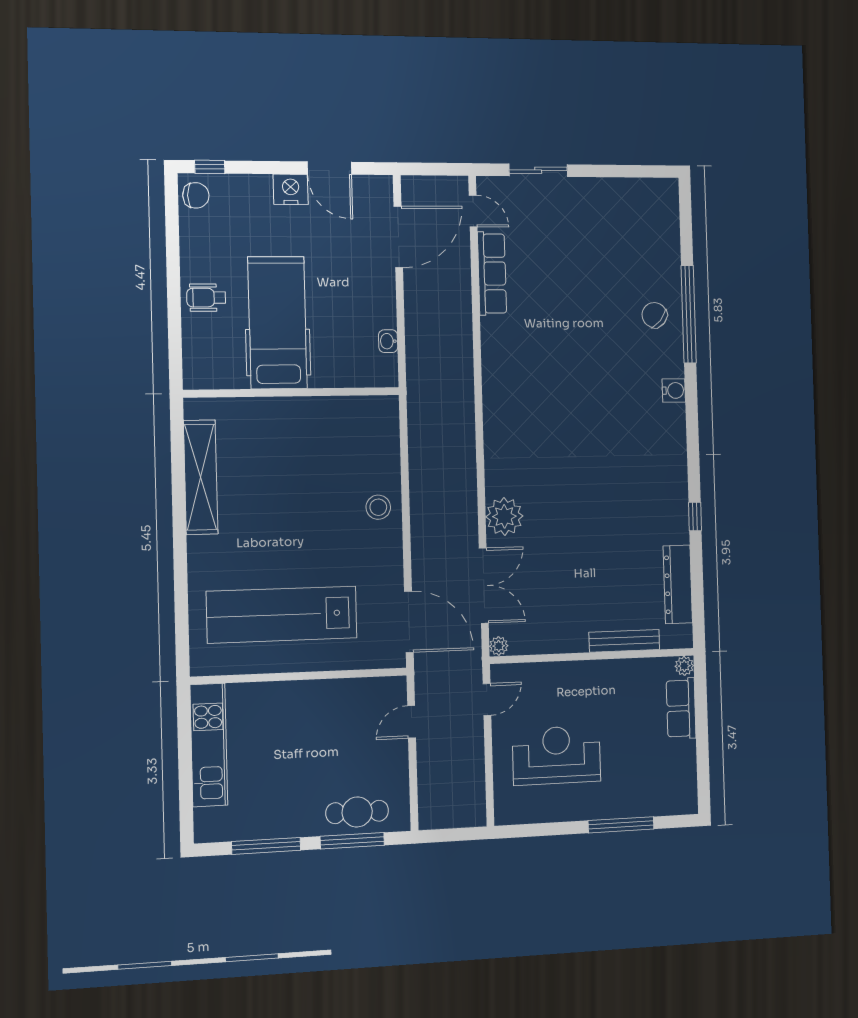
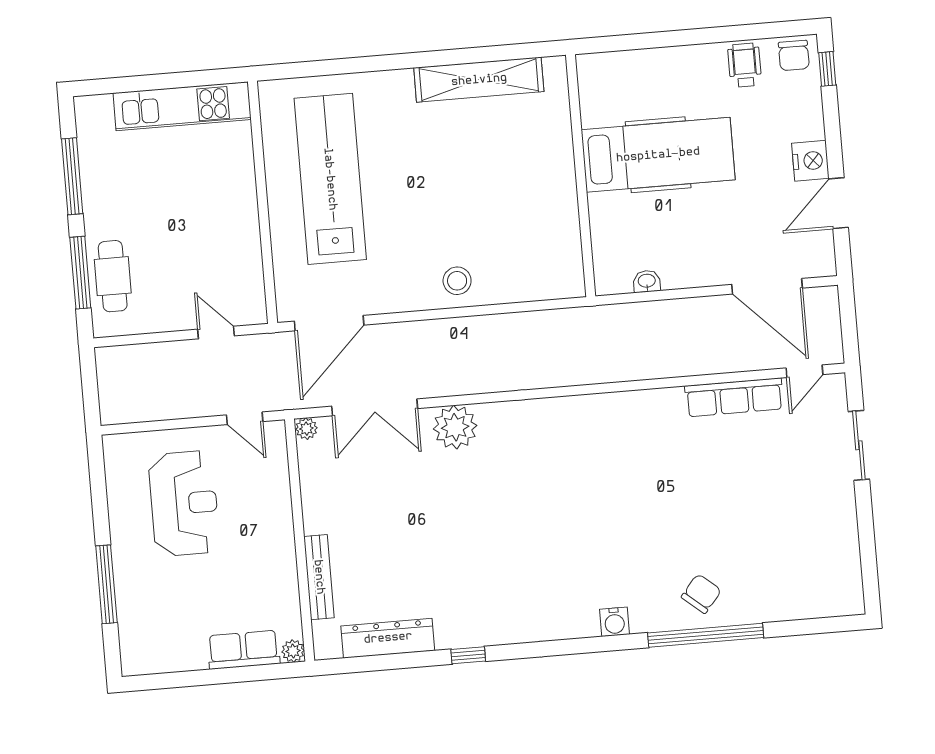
wheelchair: (206, 298) -> (745, 65), moved

